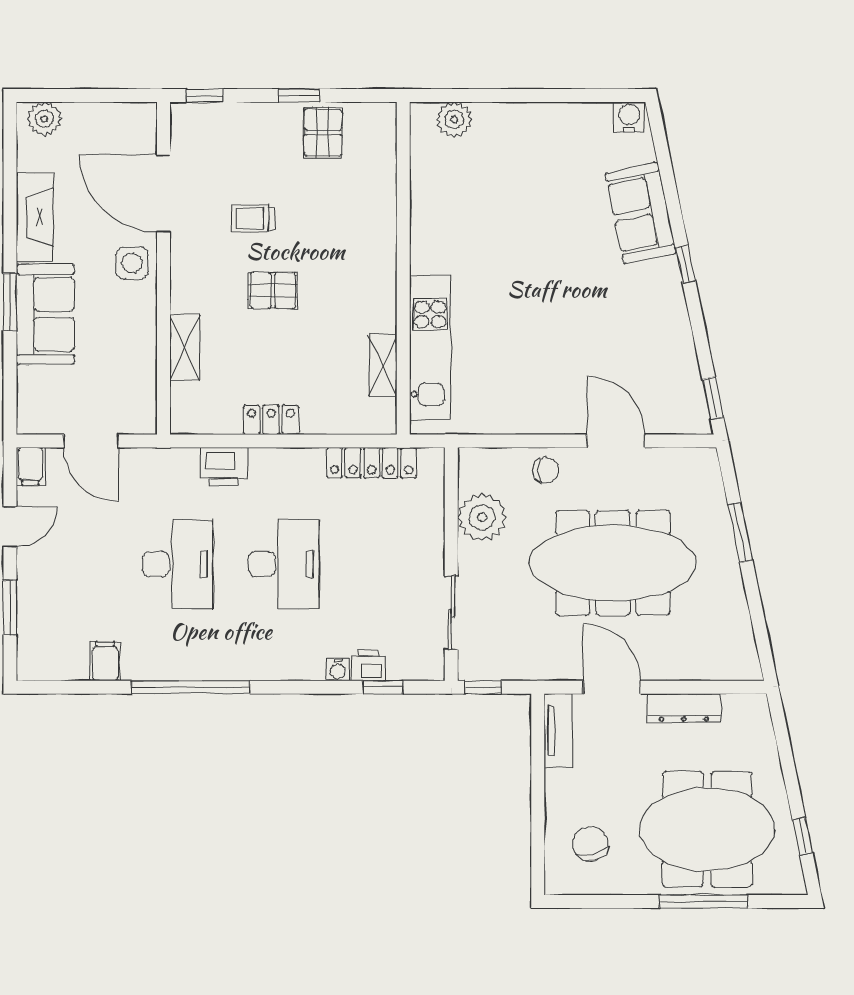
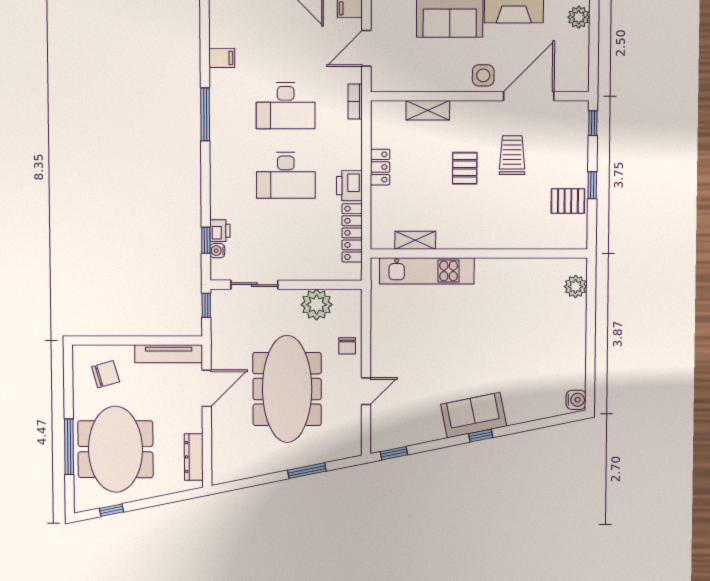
sofa: (641, 213) -> (474, 415), moved
trolley: (253, 218) -> (512, 155), width x1.36, depth x1.39
door: (616, 441) -> (366, 391), width x0.73
bookcase: (171, 458) -> (355, 102), added
printer: (224, 467) -> (349, 186), moved
water cooler: (338, 670) -> (217, 251), moved
window: (191, 687) -> (205, 114), width x0.68
dresser: (684, 708) -> (194, 457), moved
tv unit: (558, 731) -> (169, 354), width x1.41

